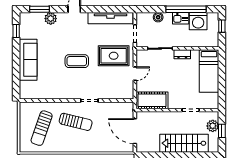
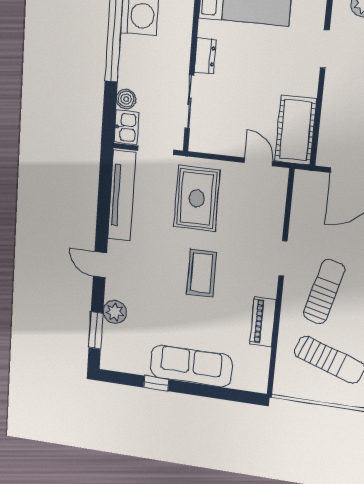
kitchen sink: (181, 18) -> (126, 127), moved
window: (16, 31) -> (156, 383), moved
door: (135, 74) -> (258, 162), moved
piano: (56, 94) -> (263, 322), added

